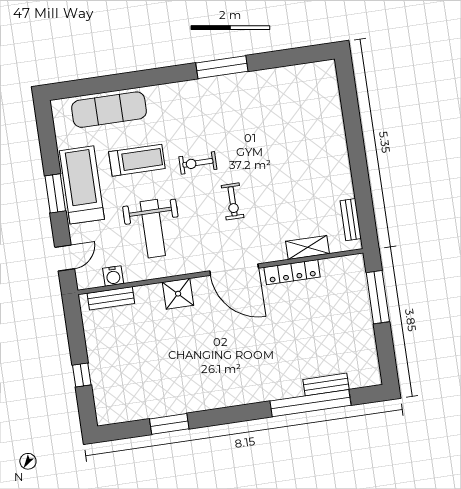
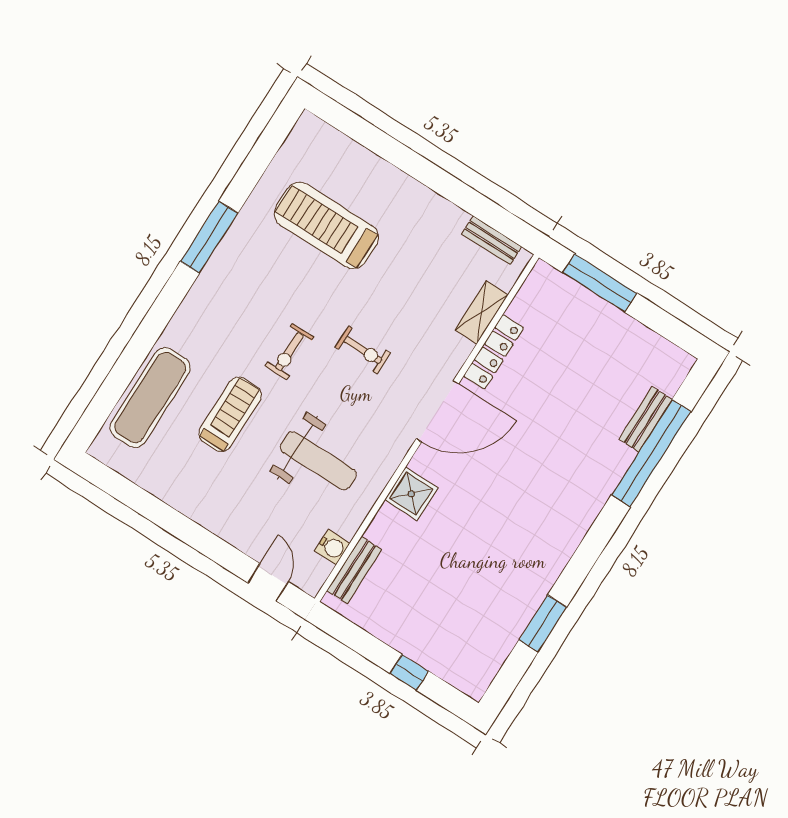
treadmill: (82, 185) -> (326, 225), moved
window: (55, 193) -> (190, 533), removed

